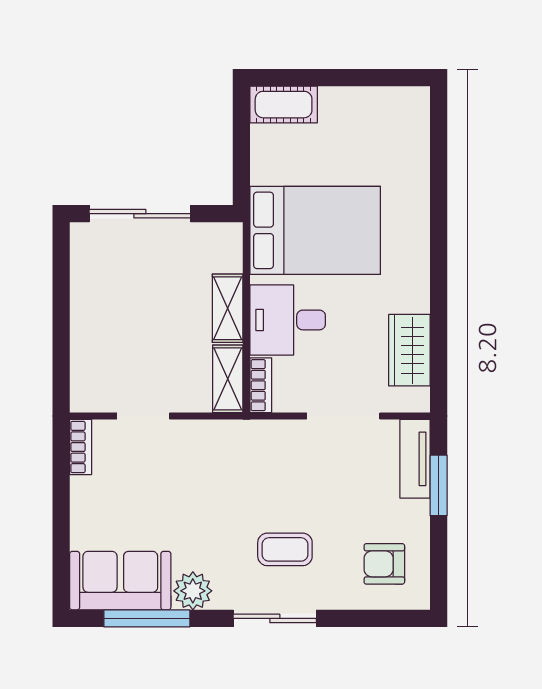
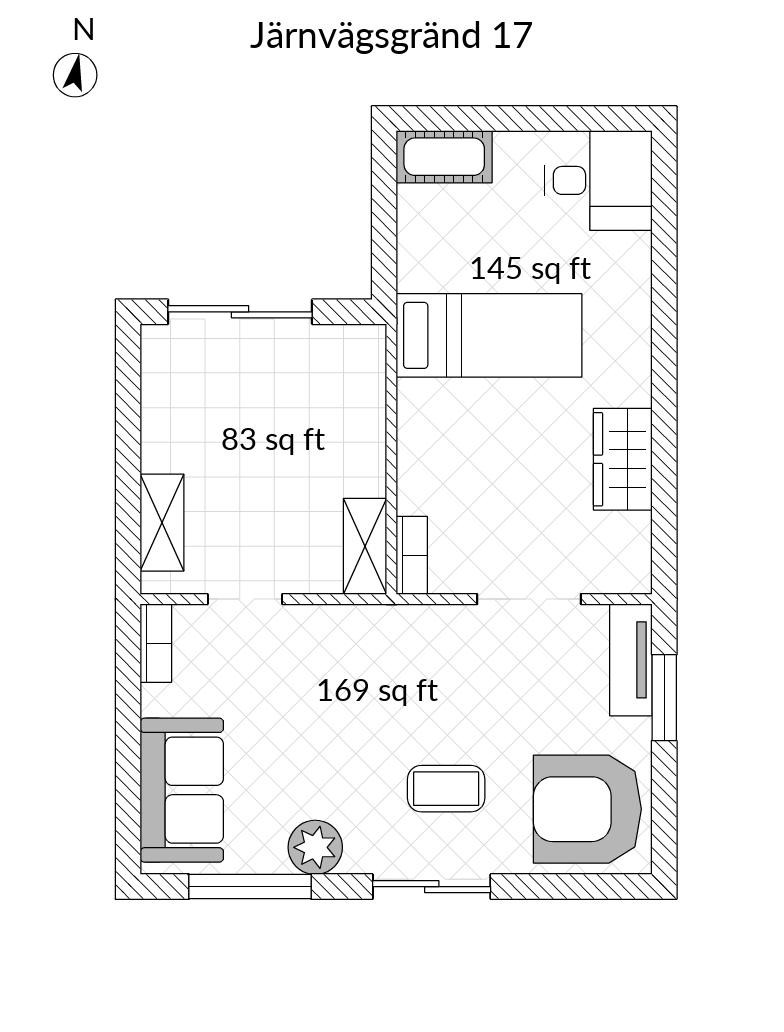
bed: (315, 230) -> (489, 335), width x0.67
shelving: (228, 308) -> (162, 523), moved
desk: (288, 320) -> (598, 180), moved, turned 180
wardrobe: (409, 350) -> (623, 459), moved
armchair: (384, 564) -> (587, 809), width x1.88, depth x1.88
sofa: (120, 581) -> (182, 790), moved, turned 90

